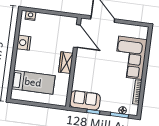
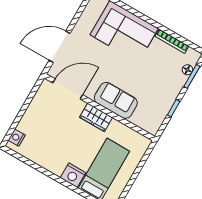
nightstand: (24, 43) -> (73, 175), moved
sofa: (85, 100) -> (116, 100), moved, turned 90

